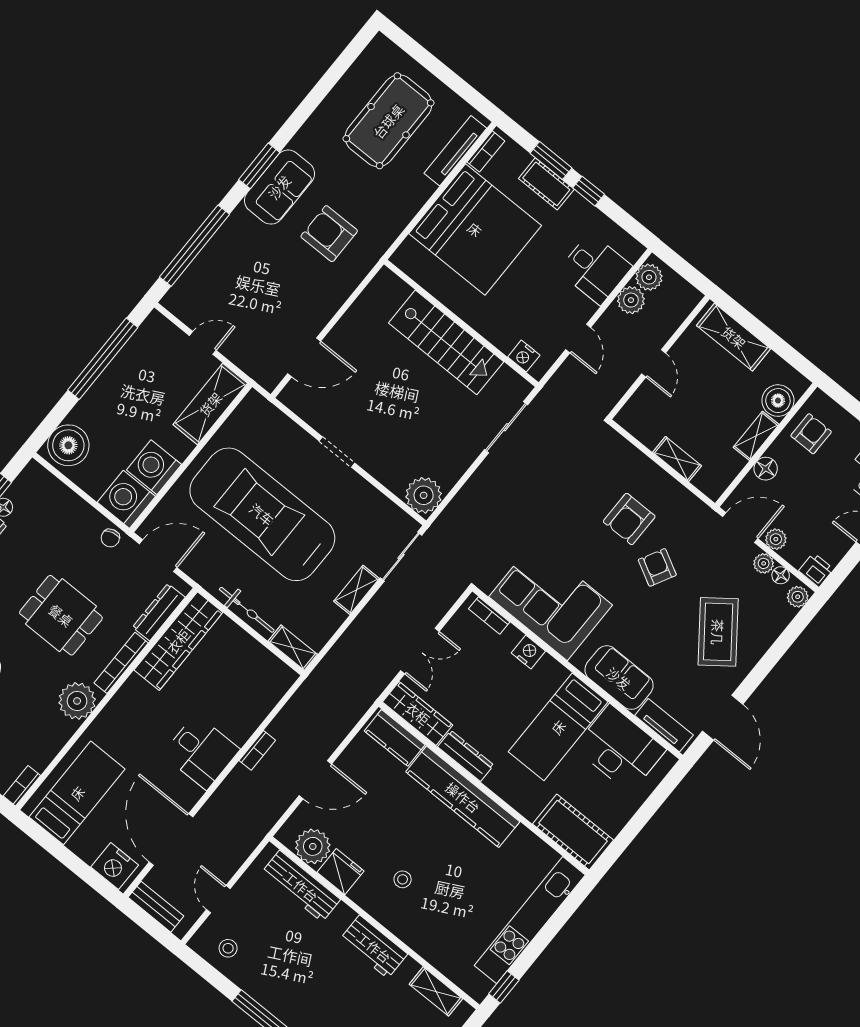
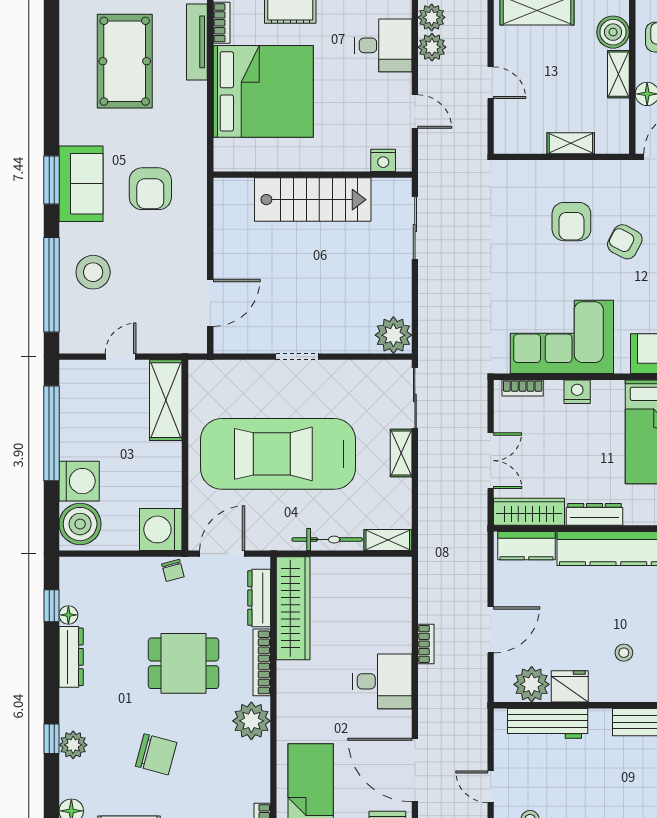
armchair: (329, 234) -> (150, 189), turned -90
stool: (234, 262) -> (93, 272), added
washing machine: (154, 467) -> (79, 481), moved, turned 180

